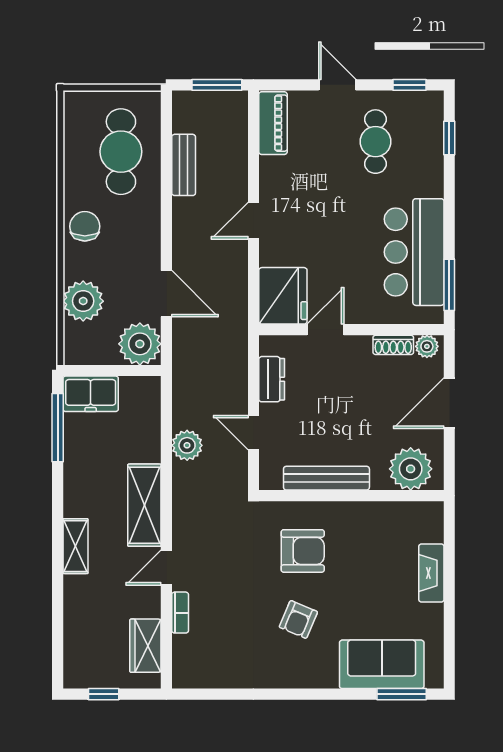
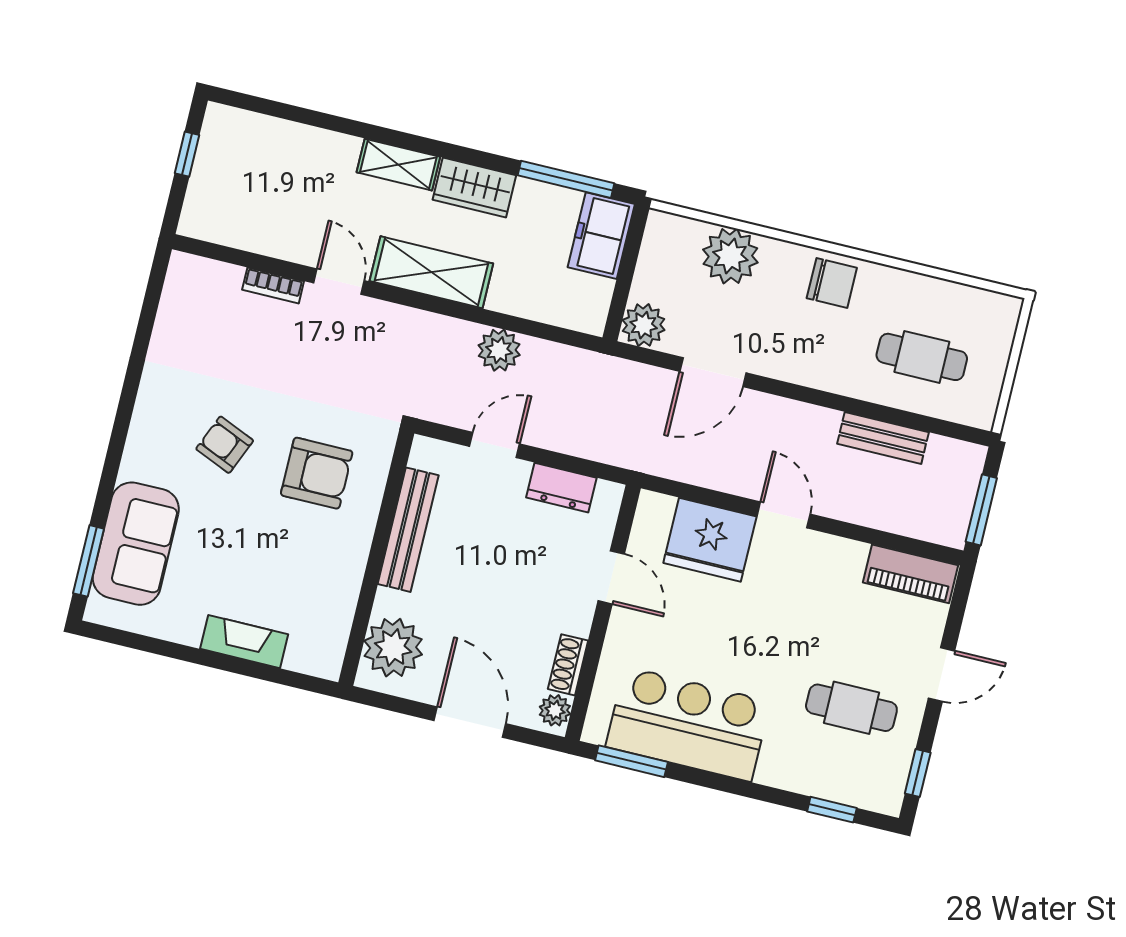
cafe table: (121, 152) -> (922, 357), width x0.73, depth x0.74
fridge: (283, 296) -> (710, 540), moved
plant: (140, 344) -> (644, 325), width x0.73, depth x0.73
armchair: (303, 551) -> (317, 473), turned -90
wardrobe: (145, 646) -> (474, 187), moved, turned 180

